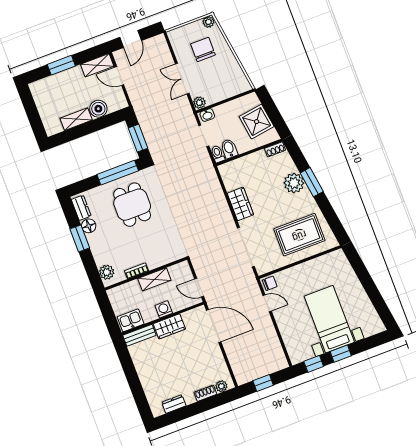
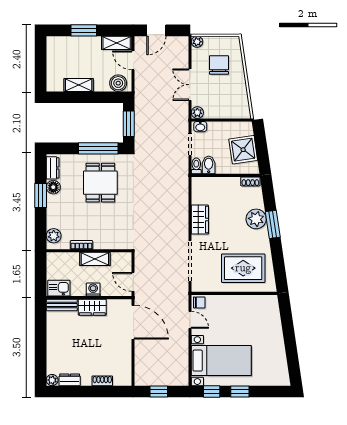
plant: (208, 22) -> (197, 42), moved
boiler: (98, 109) -> (118, 83), moved
bed with nightstands: (329, 319) -> (221, 361), moved, turned 90
plant: (221, 386) -> (52, 380), moved

